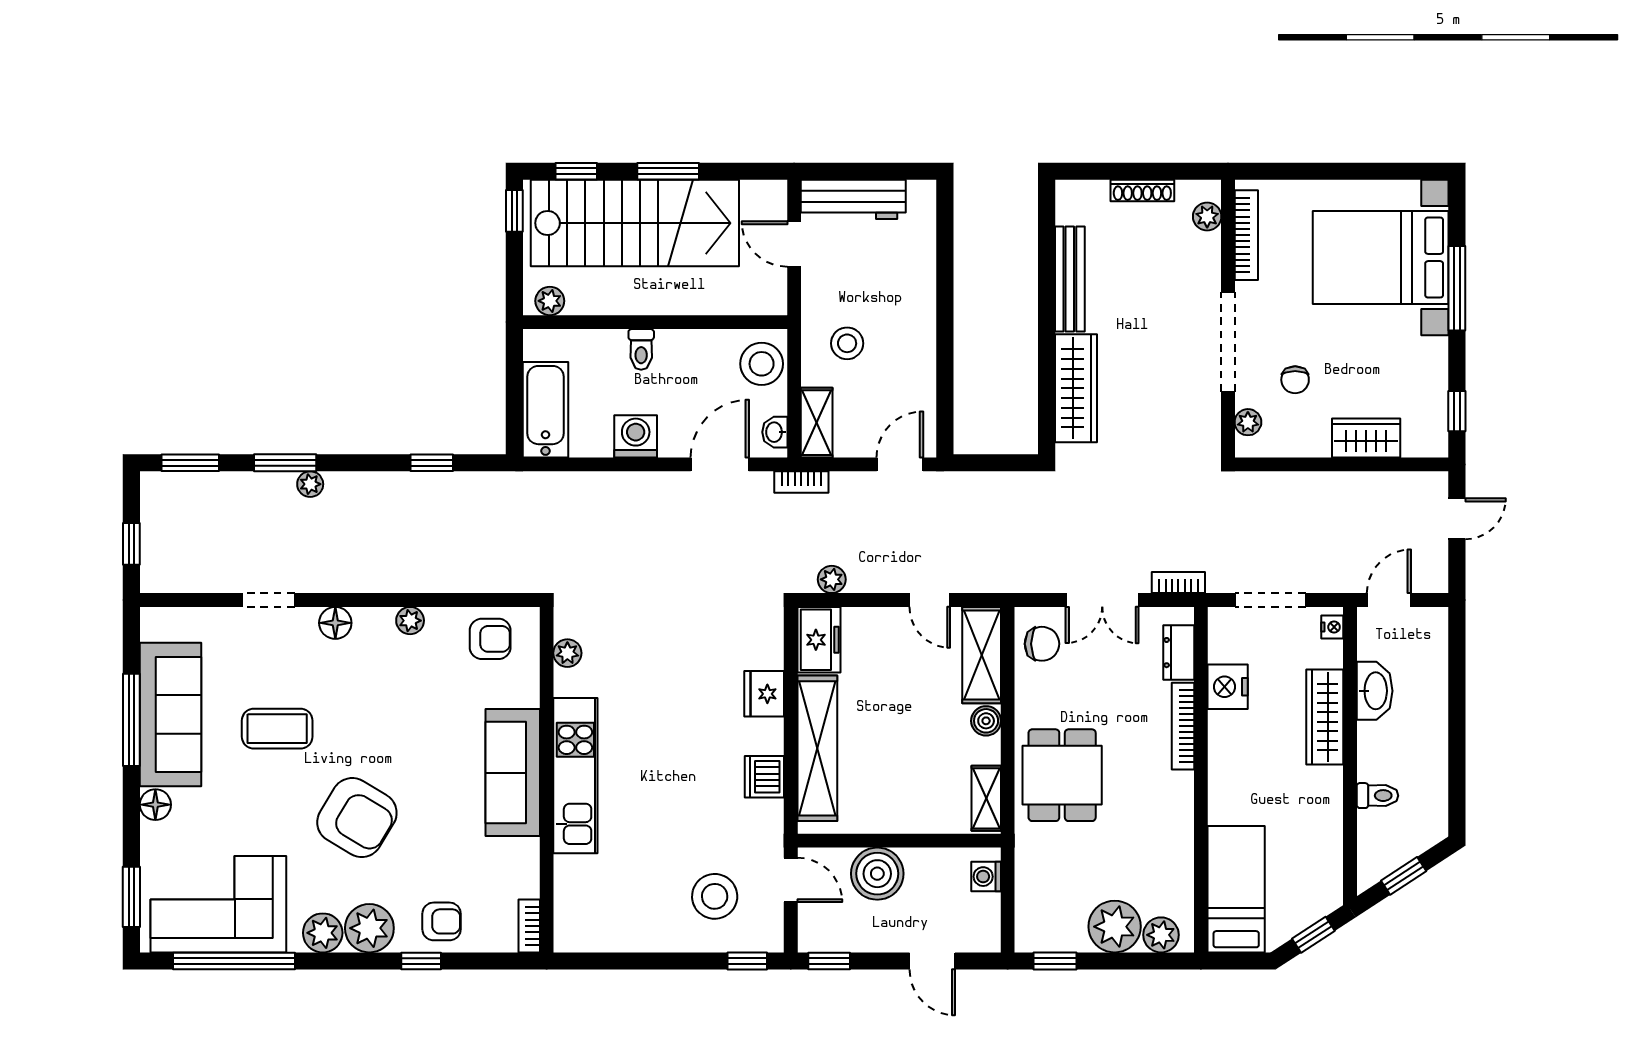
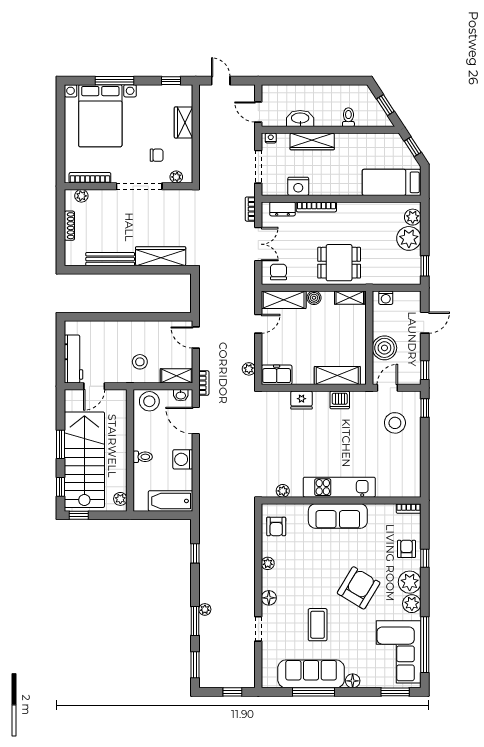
armchair: (490, 639) -> (276, 526), turned 180
shelving: (817, 748) -> (337, 376), width x0.68

